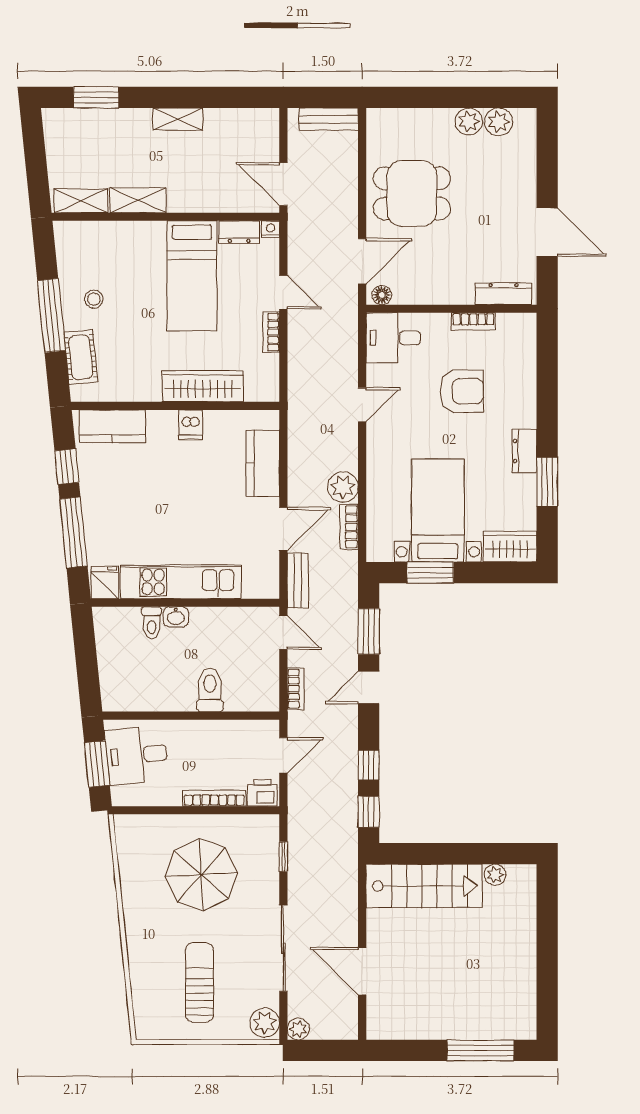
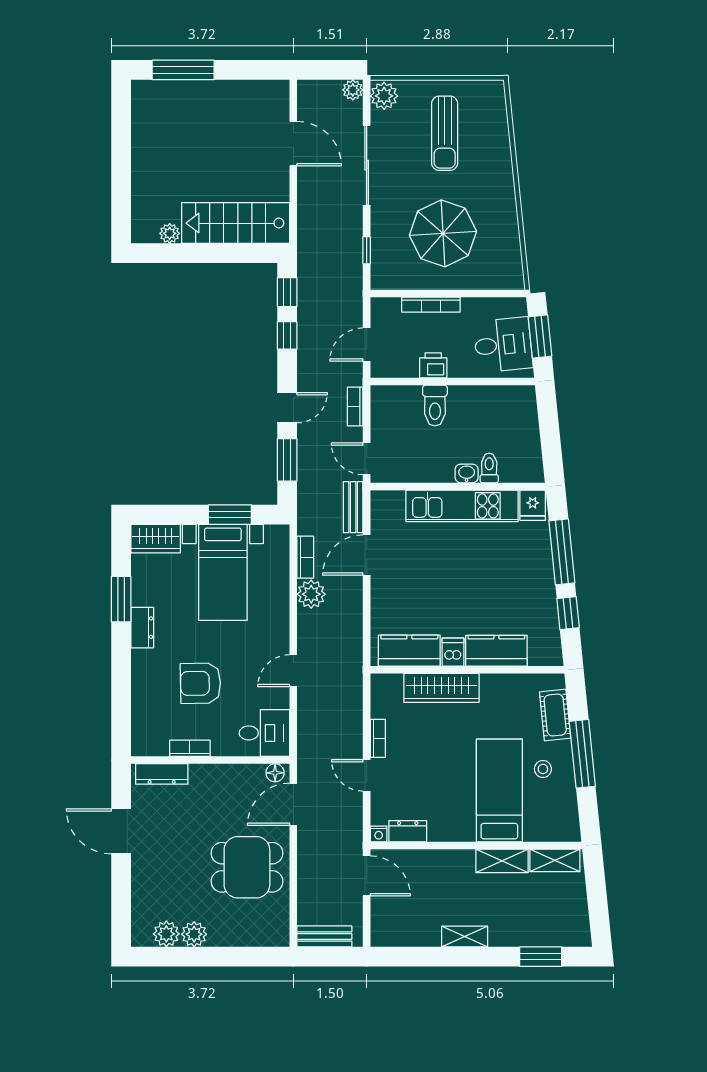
bed: (192, 276) -> (499, 791), moved
kitchen counter: (112, 426) -> (496, 651), moved
kitchen counter: (263, 463) -> (409, 651), moved, turned -90
printer: (262, 793) -> (433, 365), moved, turned 180

